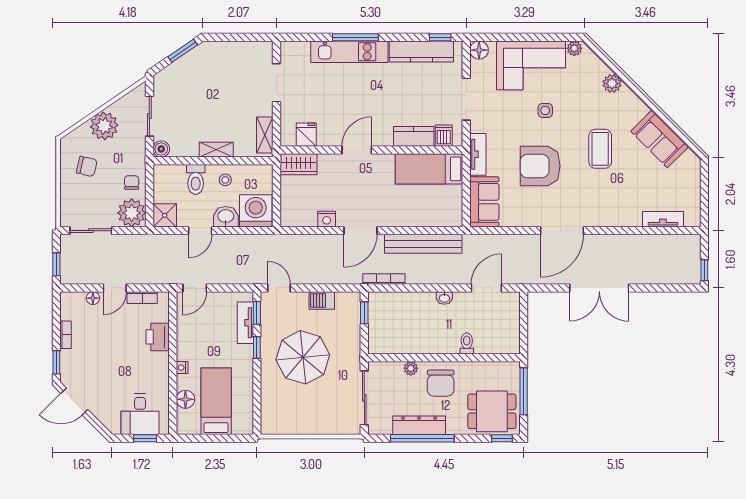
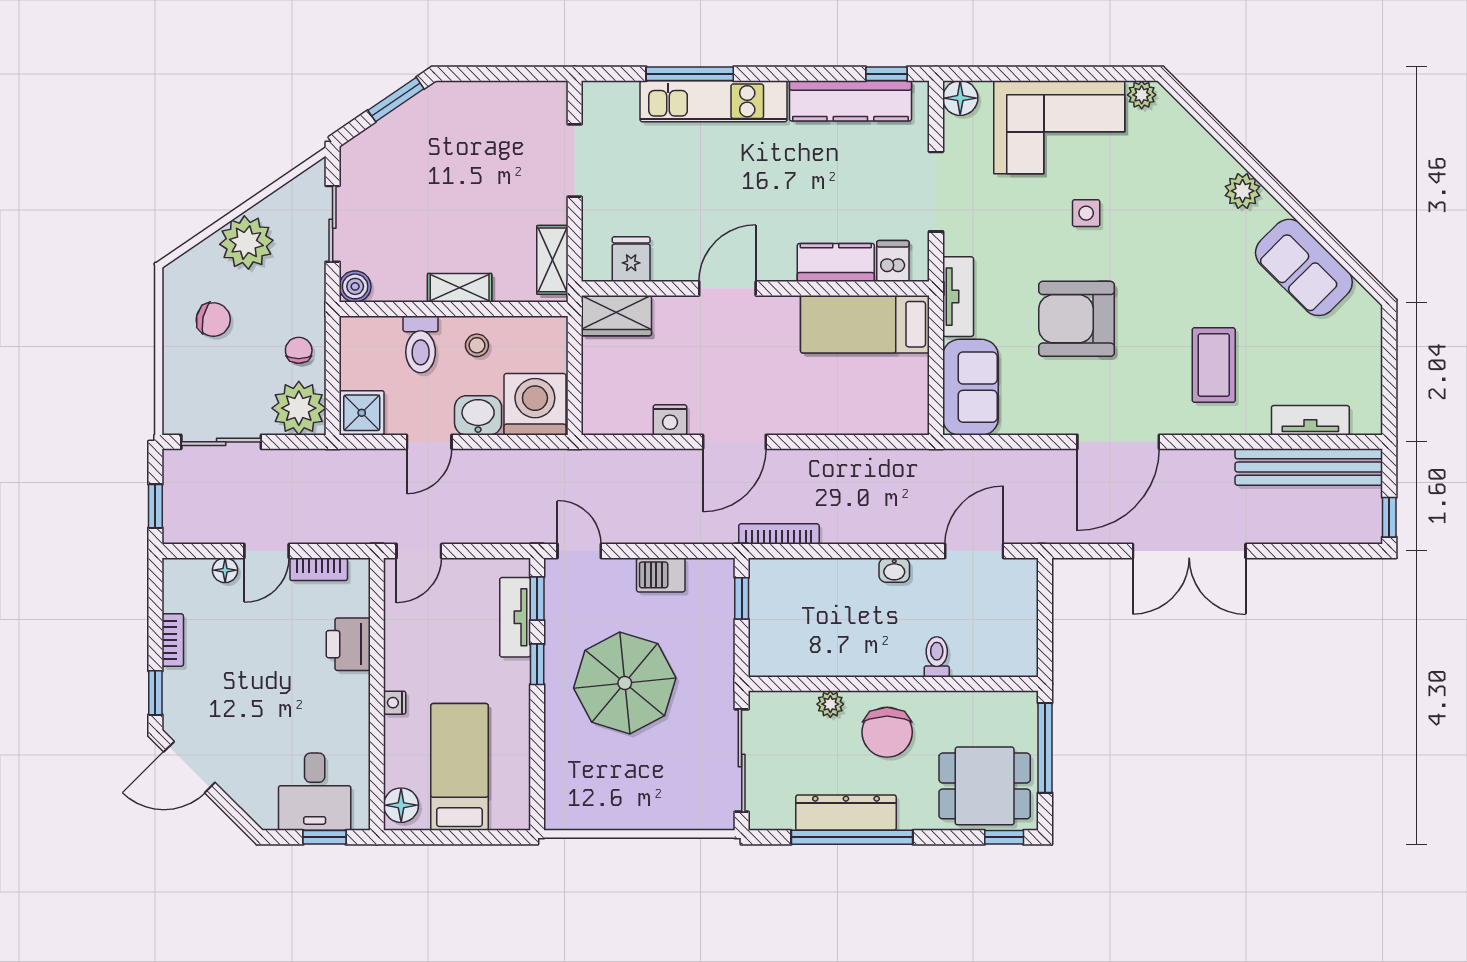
window: (355, 37) -> (690, 74), moved
plant: (612, 84) -> (1243, 191), moved
coffee table: (600, 149) -> (1214, 365), moved
bench: (423, 244) -> (1309, 467), moved
floor lamp: (185, 399) -> (401, 805), moved

